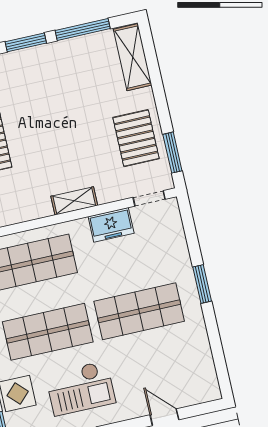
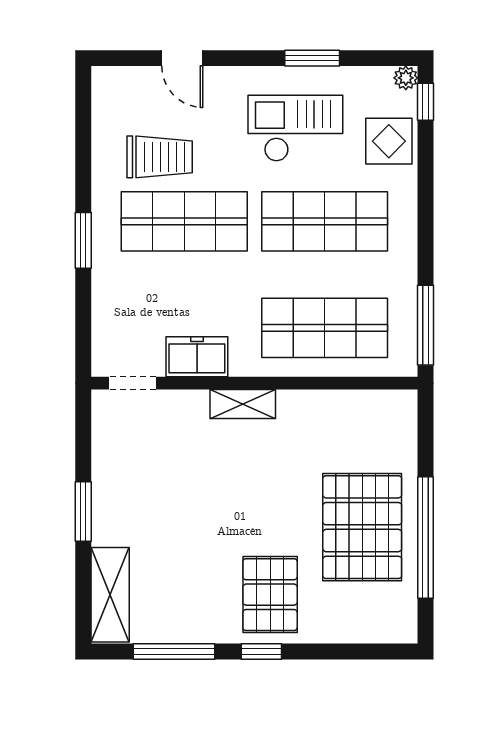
window: (26, 42) -> (261, 651), width x0.67
pallet: (136, 138) -> (270, 595), moved
window: (172, 153) -> (83, 511), moved
trolley: (165, 350) -> (160, 157), added

